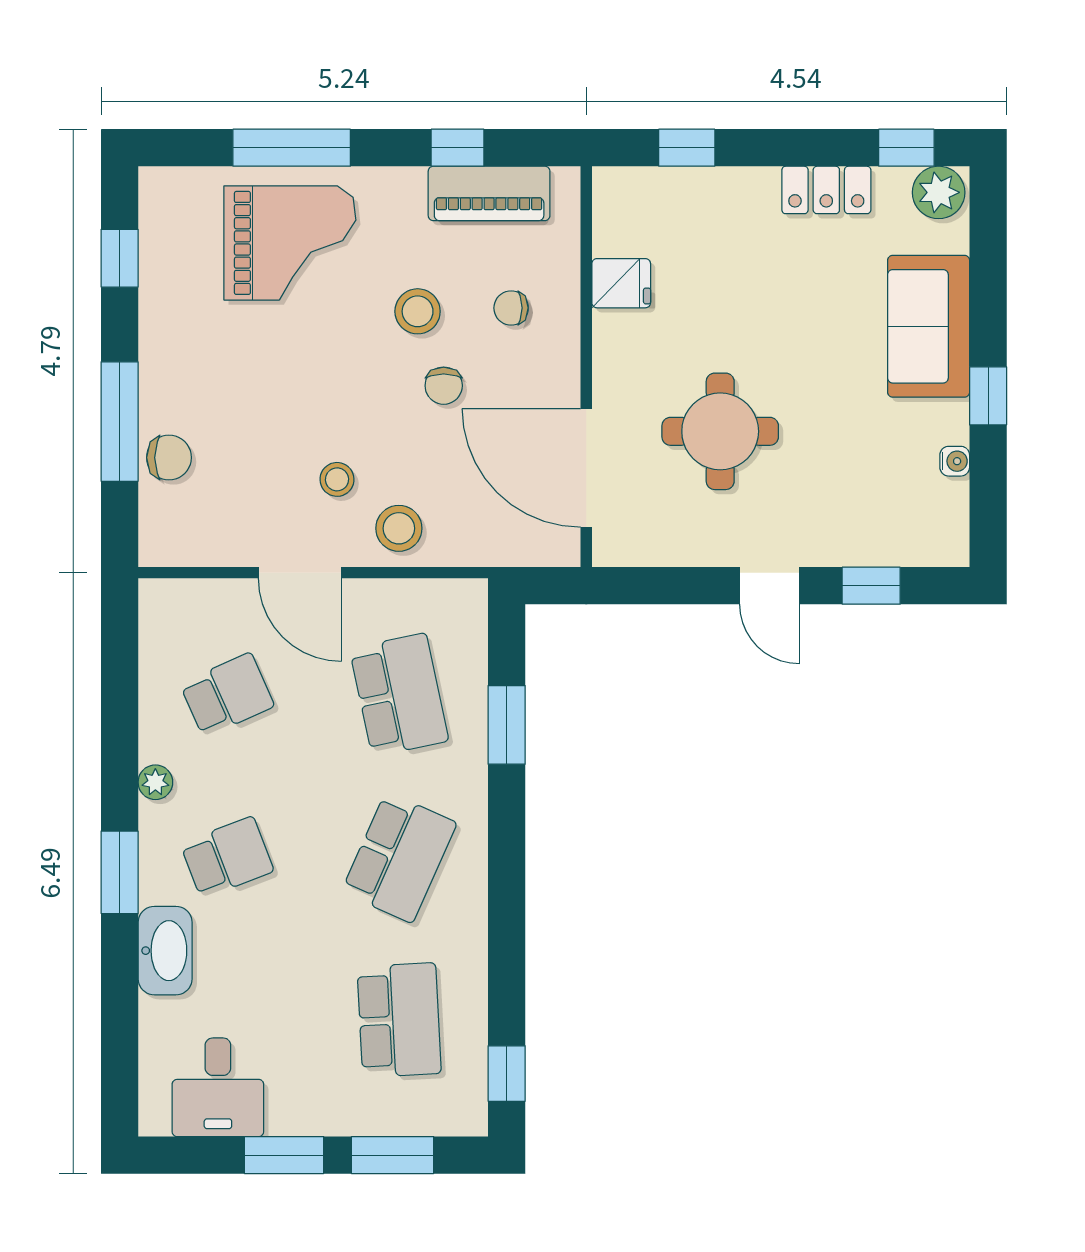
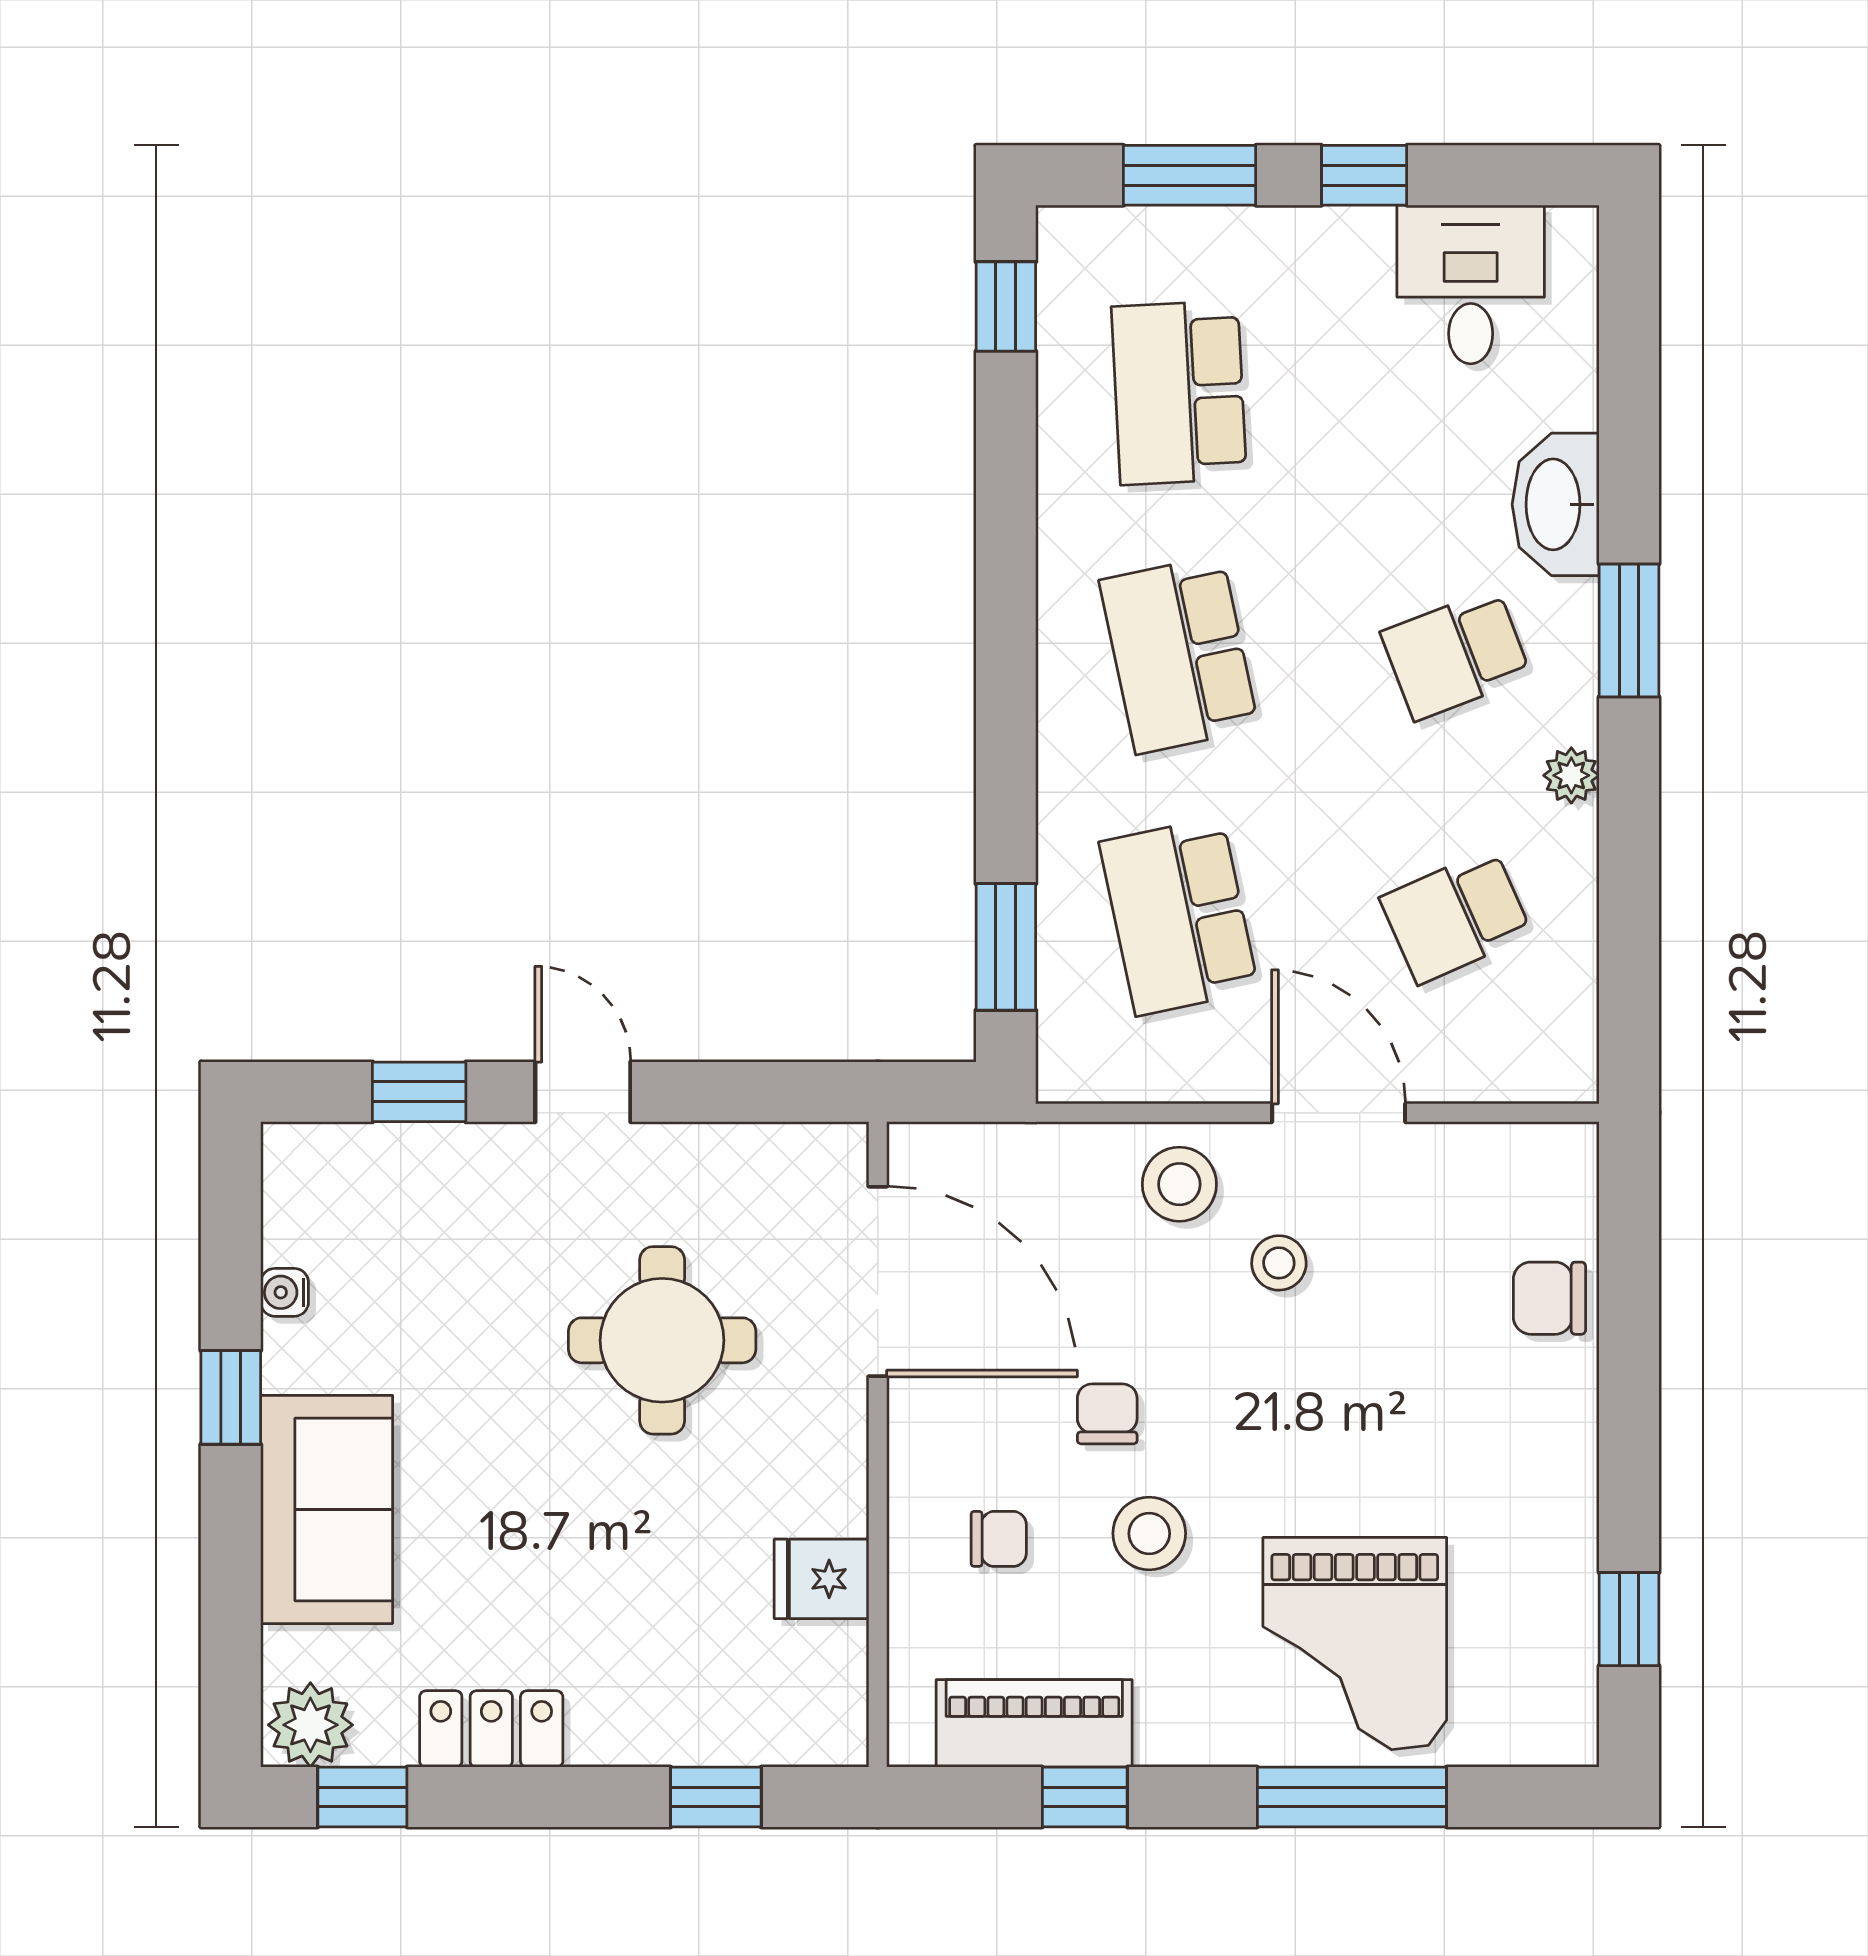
grand piano: (290, 243) -> (1355, 1644), turned -90
window: (120, 422) -> (1629, 1356), removed
window: (507, 725) -> (1006, 947), moved
school desk: (399, 857) -> (1179, 654), turned -36
window: (284, 1155) -> (1364, 175), width x0.67

